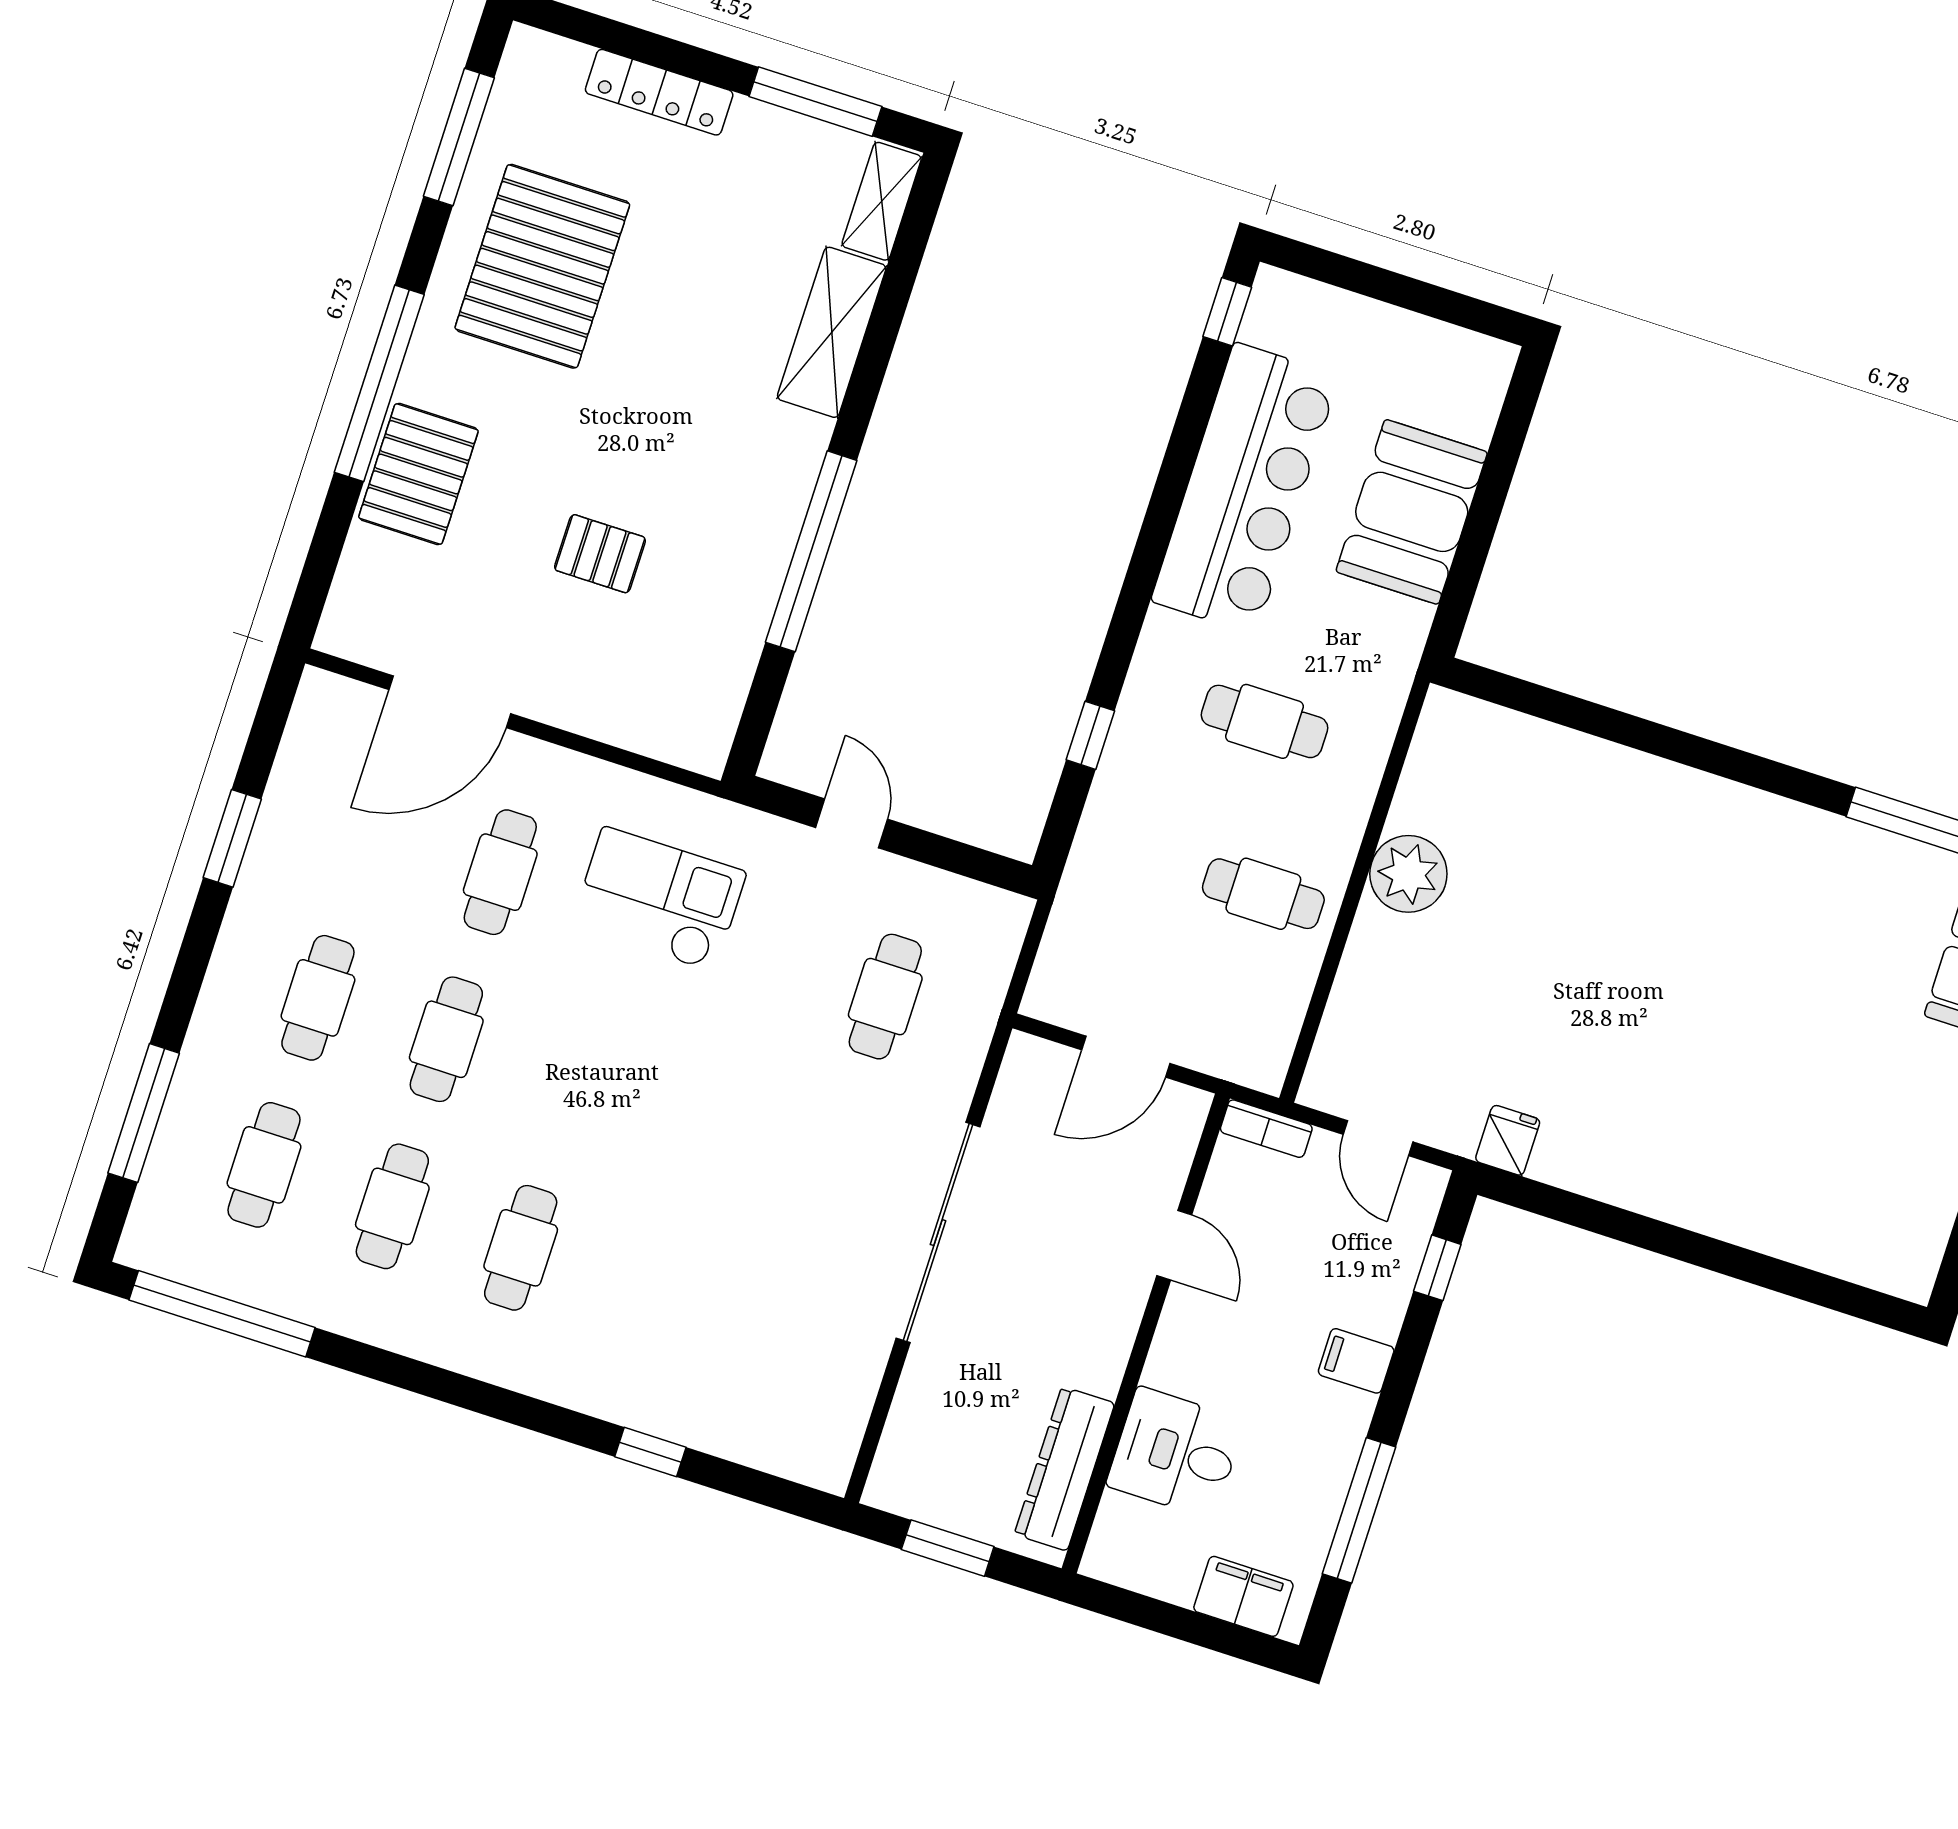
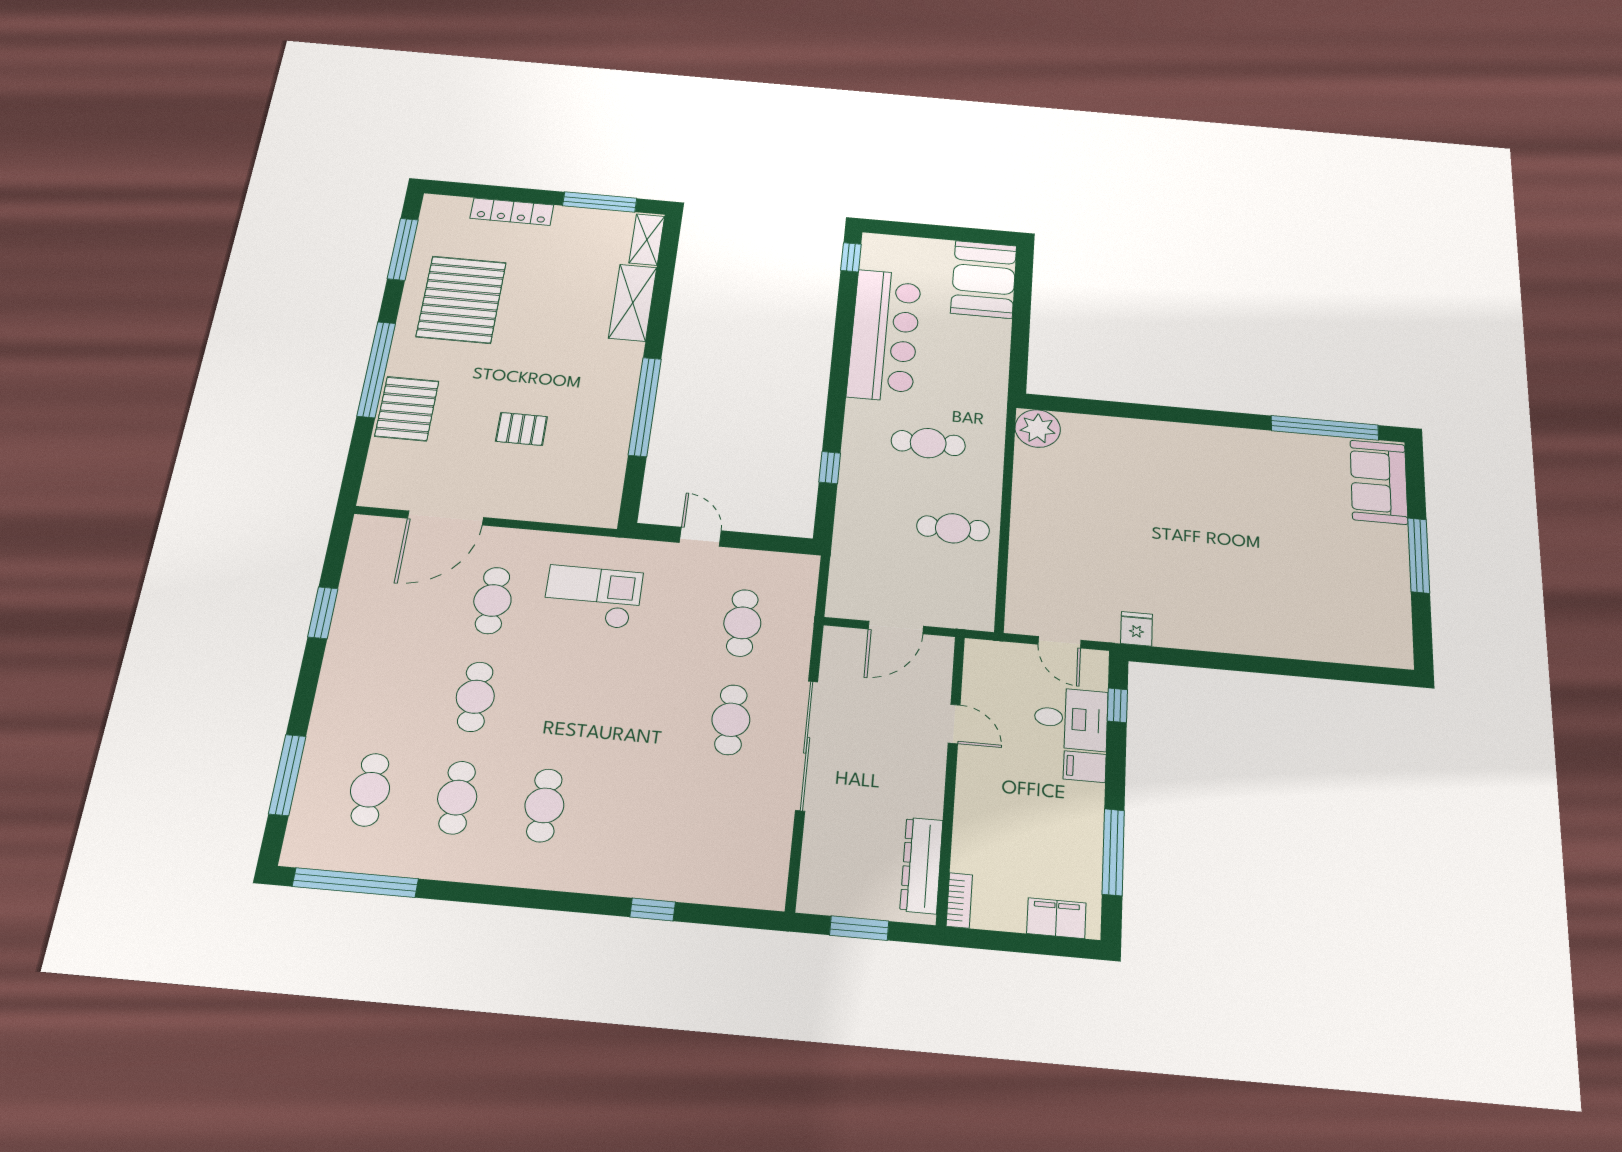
booth: (1412, 512) -> (984, 279), moved
plant: (1408, 874) -> (1038, 428), moved
cafe table: (318, 998) -> (731, 720), moved
bookcase: (1266, 1129) -> (959, 900), moved, turned -90
desk: (1176, 1453) -> (1071, 719), moved, turned 180

